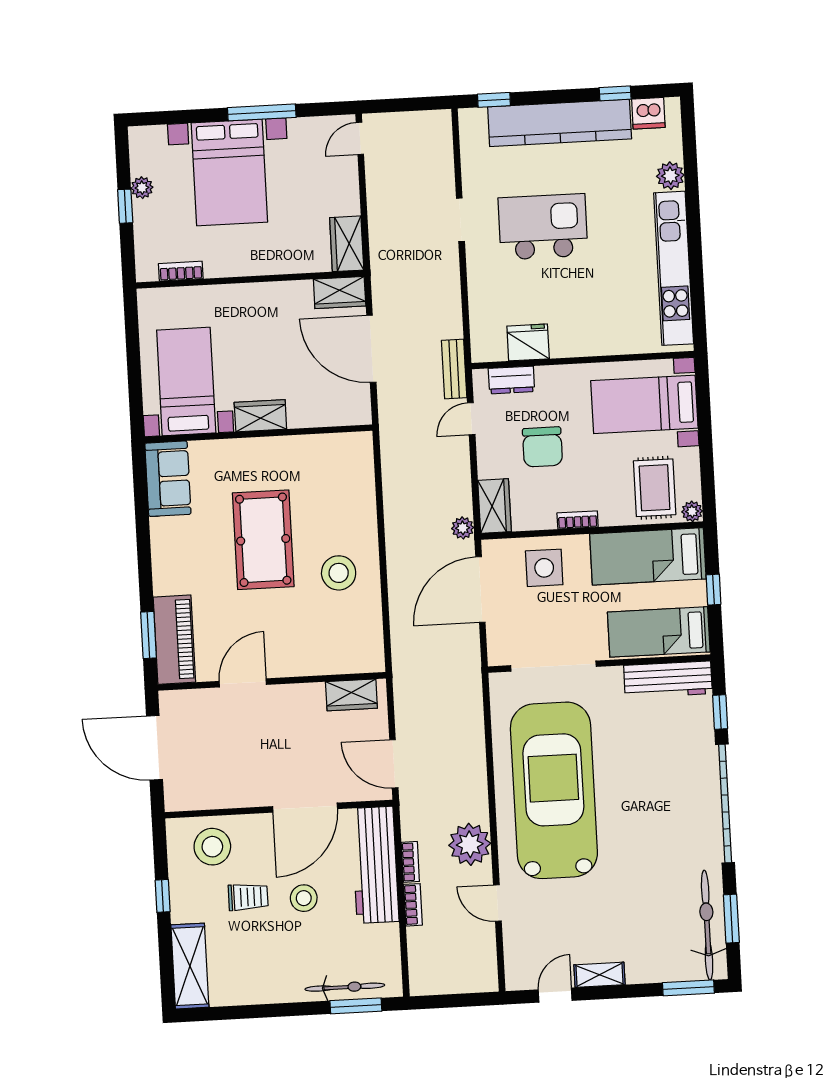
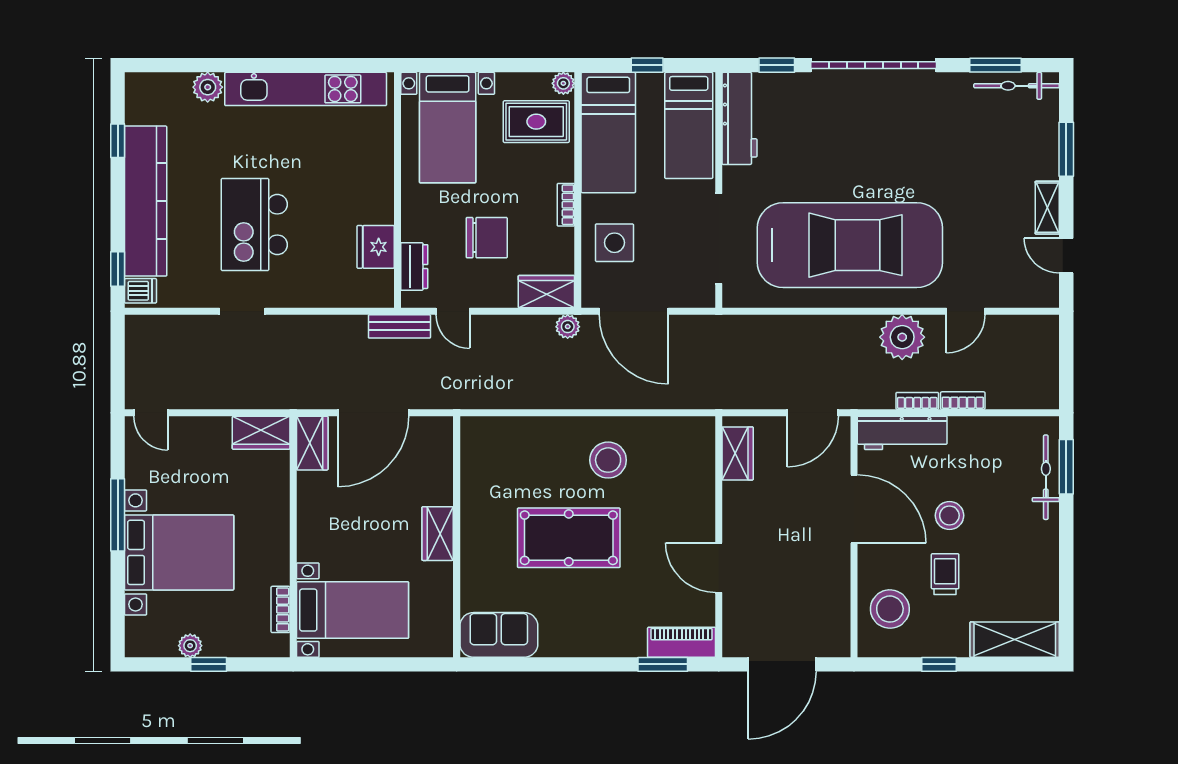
dishwasher: (648, 113) -> (140, 291), moved, width x0.73
bed with nightstands: (186, 381) -> (353, 610), moved, turned 180
piano: (174, 640) -> (682, 642), width x0.73, depth x0.75
car: (554, 790) -> (850, 245), turned 180
workbench: (375, 865) -> (902, 433), width x0.73, depth x0.76
bicycle: (707, 925) -> (1017, 86), width x0.73, depth x0.71
window: (688, 988) -> (1066, 149), moved

